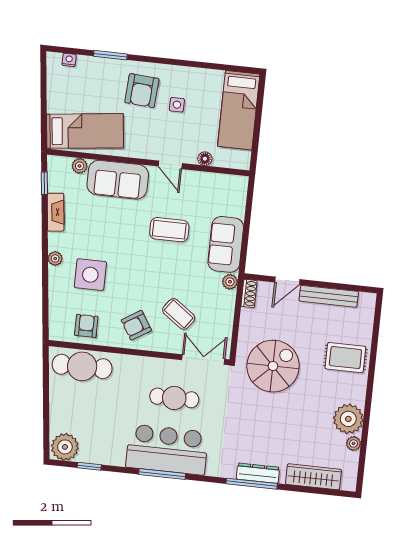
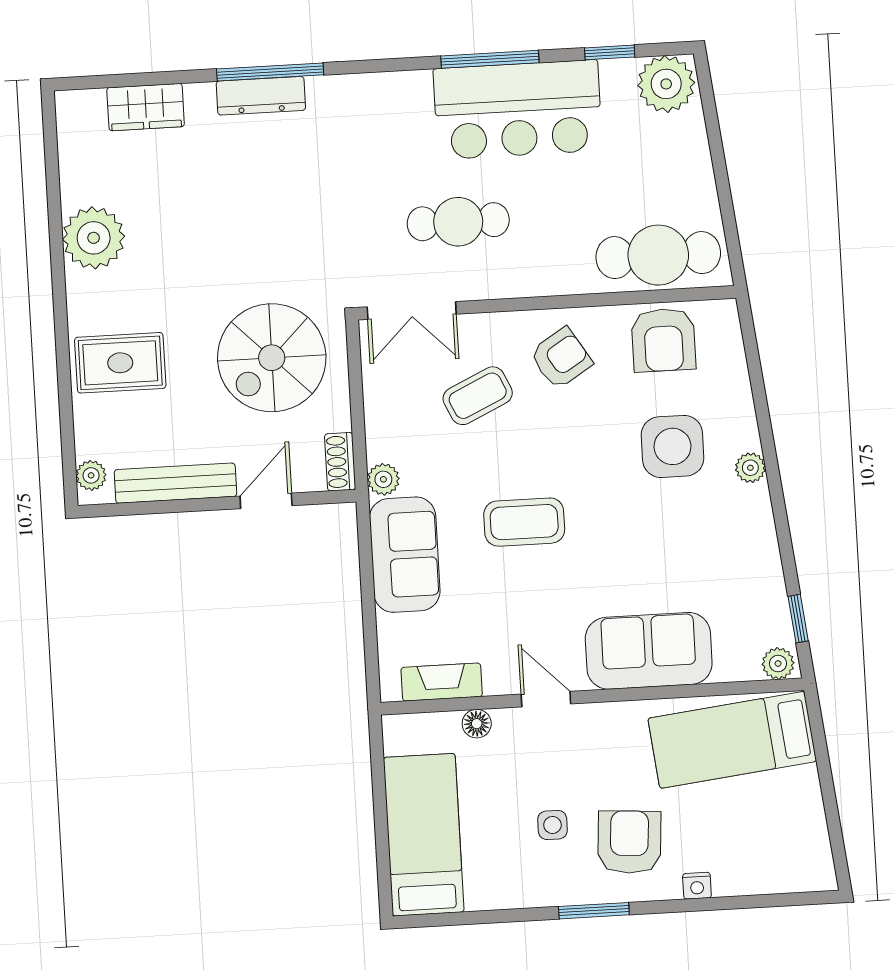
window: (110, 55) -> (594, 911), moved
nightstand: (69, 60) -> (697, 886), moved
plant: (80, 166) -> (778, 664), moved
fireplace: (56, 212) -> (442, 682), moved, turned 97
coffee table: (169, 230) -> (524, 522), moved
coffee table: (179, 314) -> (478, 396), turned -61
armchair: (86, 326) -> (663, 340), width x1.38, depth x1.38
spiral stairs: (273, 366) -> (272, 358), moved
plant: (354, 443) -> (91, 475), moved
bar counter: (167, 450) -> (518, 110), moved
window: (162, 474) -> (490, 59), moved
wardrobe: (313, 477) -> (146, 107), width x0.67

